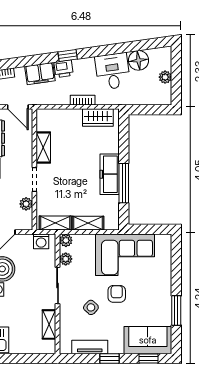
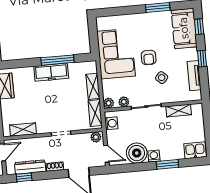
shelving: (43, 147) -> (23, 130), moved
plant: (26, 204) -> (96, 137), moved
armchair: (117, 294) -> (149, 58), turned -90

